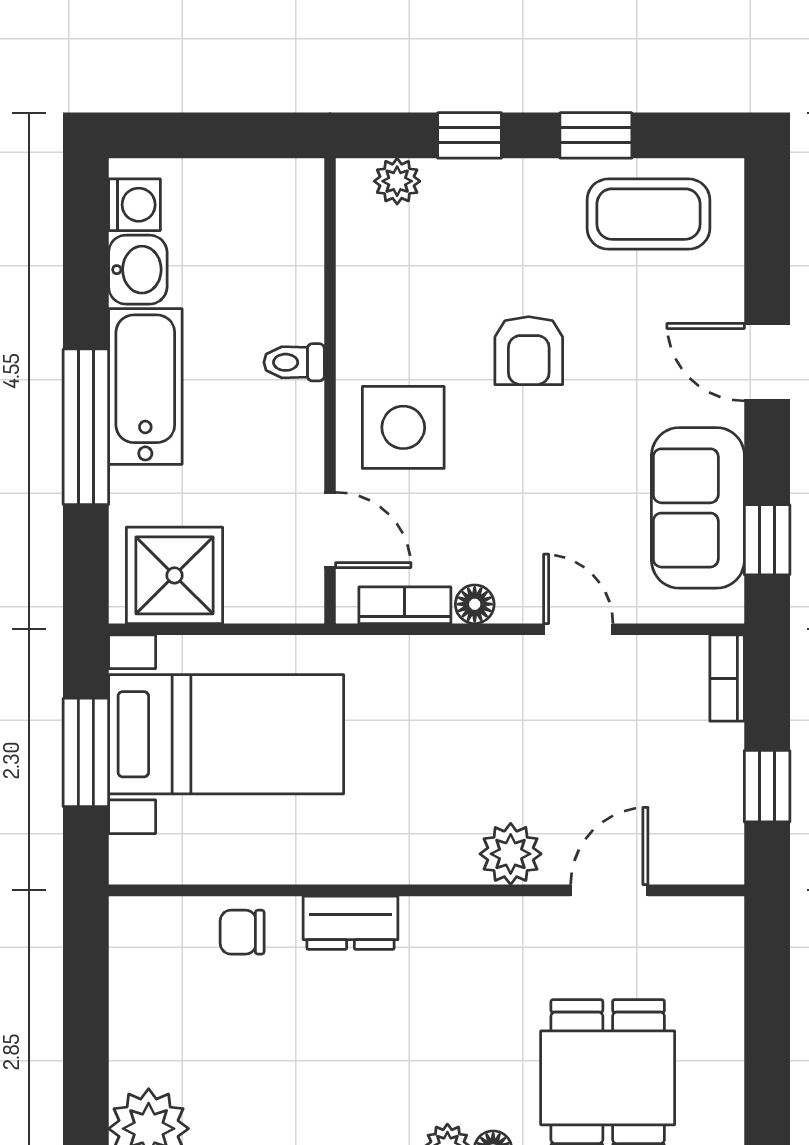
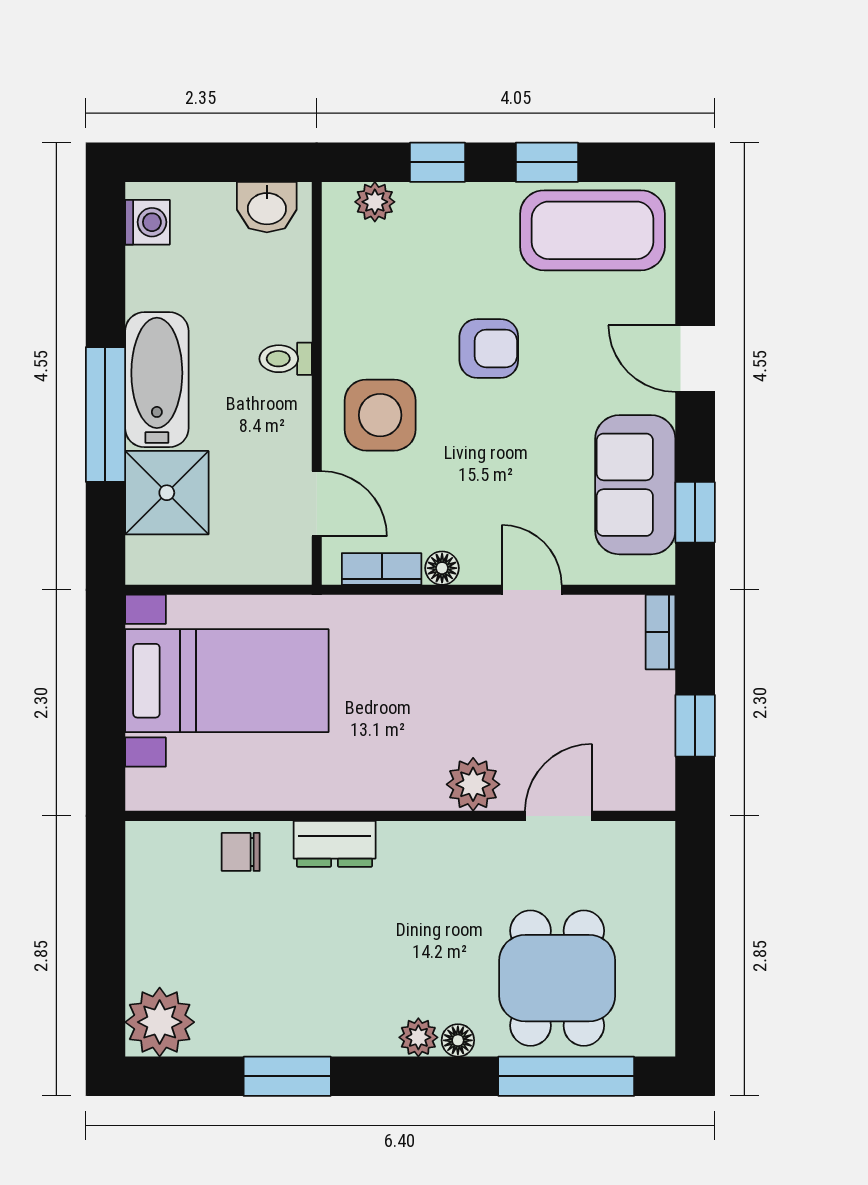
coffee table: (648, 214) -> (592, 230), width x1.36, depth x1.32
washbasin: (138, 270) -> (267, 207), moved, turned 90
armchair: (529, 351) -> (489, 348), turned -90
shower: (174, 575) -> (167, 493), moved
window: (86, 752) -> (105, 696), removed

